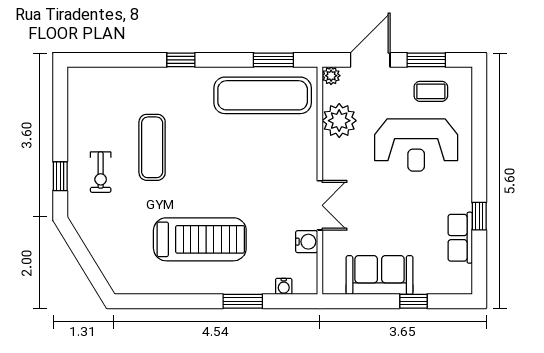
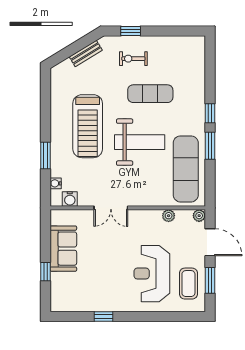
window: (273, 60) -> (210, 146), moved
coffee table: (431, 91) -> (188, 284), width x1.36, depth x1.30
plant: (339, 121) -> (169, 216), width x0.53, depth x0.53
weight bench: (223, 163) -> (140, 142), added
row of seats: (460, 238) -> (89, 304), removed
bench: (93, 242) -> (86, 53), added
water cooler: (307, 242) -> (70, 199), moved

